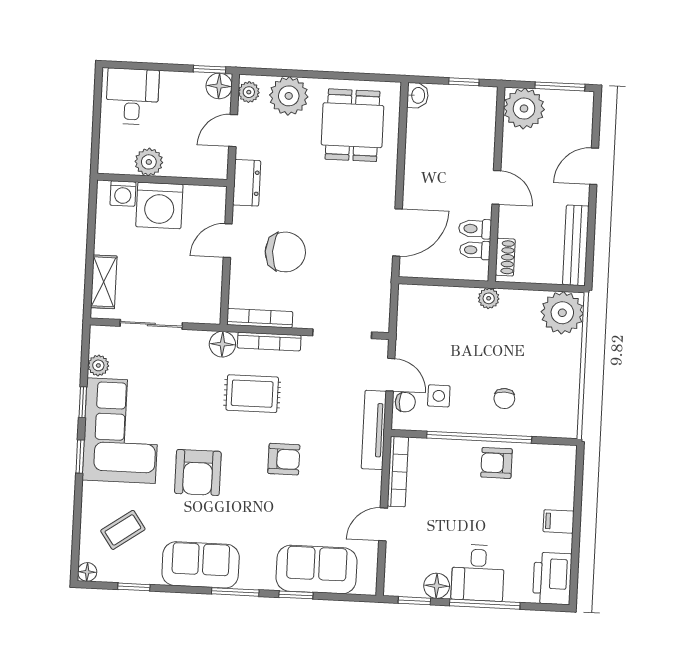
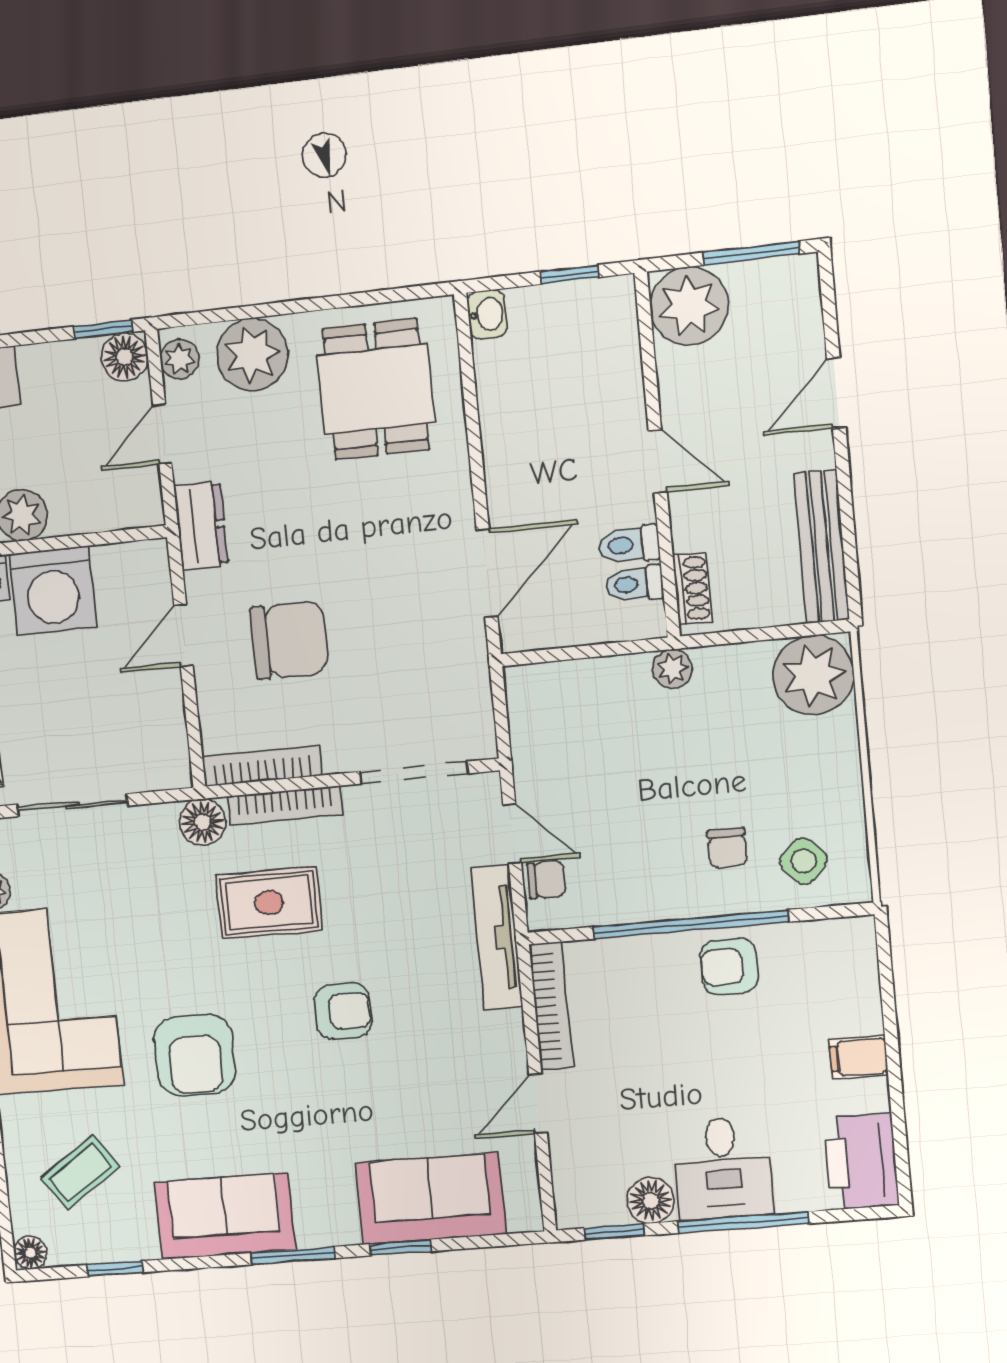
side table: (439, 396) -> (804, 861), moved, turned 45

